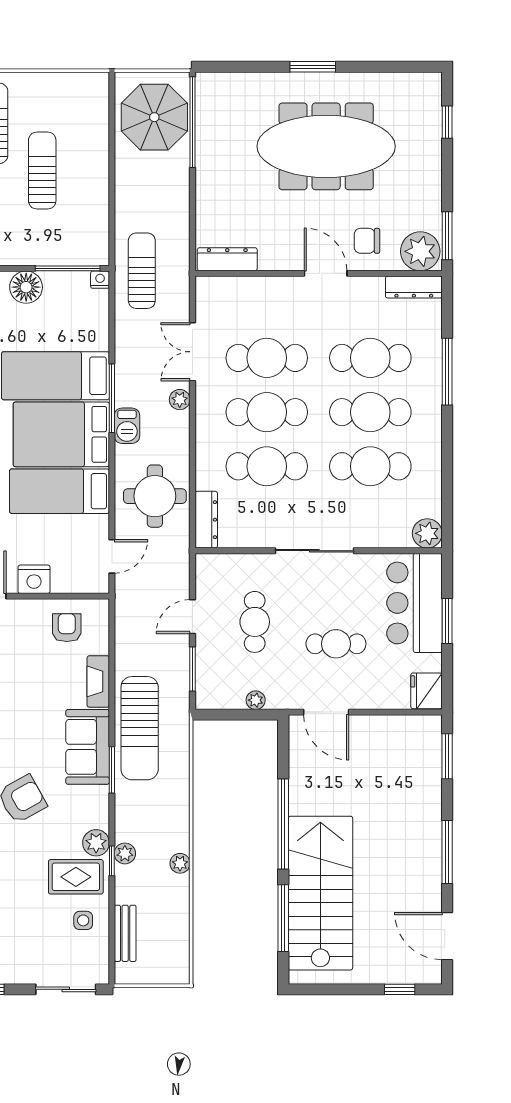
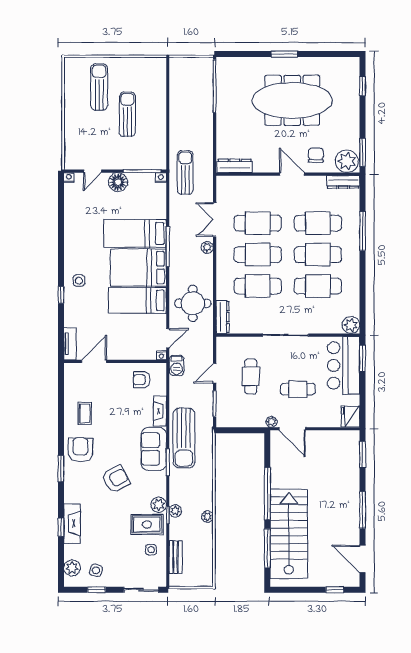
parasol: (154, 117) -> (192, 83), removed
chair: (367, 241) -> (316, 155), turned 90
barbecue: (127, 426) -> (177, 365), moved
nightstand: (34, 579) -> (161, 355), moved, width x0.53, depth x0.56
window: (447, 621) -> (362, 359), moved
armchair: (67, 628) -> (142, 380), turned -90
plant: (256, 700) -> (271, 422), moved

